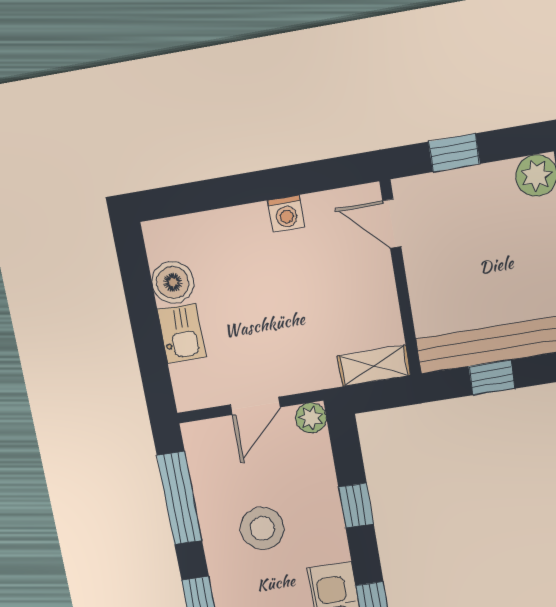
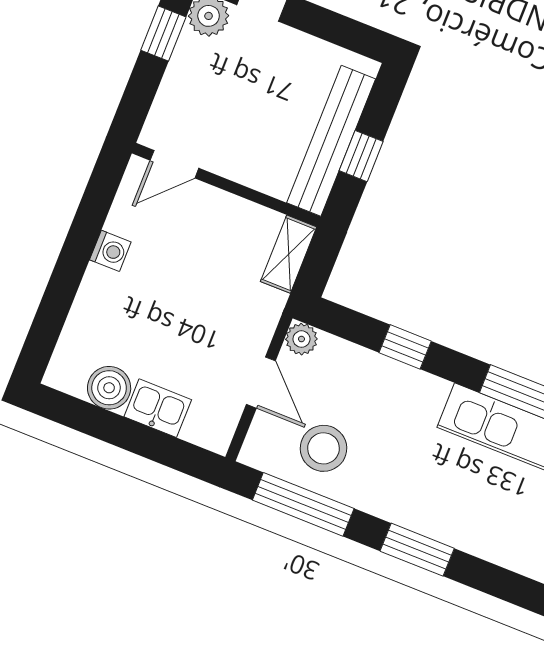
window: (454, 153) -> (163, 34), moved
stool: (262, 528) -> (323, 448), moved

